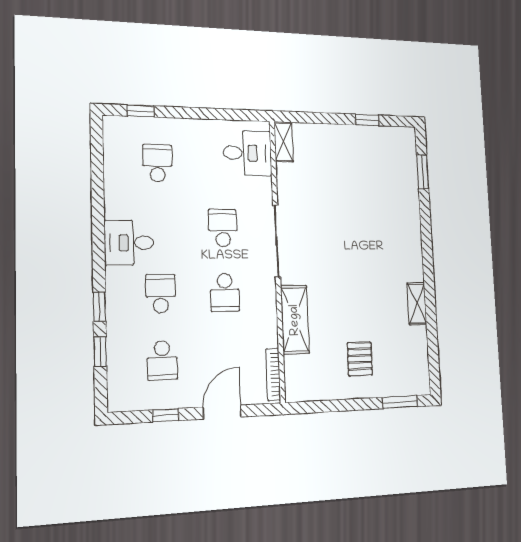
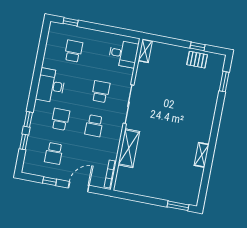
desk: (129, 243) -> (51, 86), width x1.37
pallet: (360, 359) -> (197, 60), moved, turned 90

